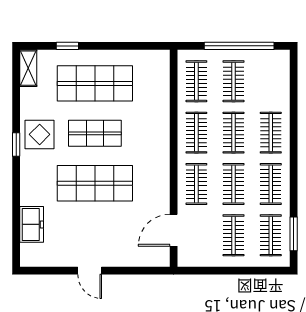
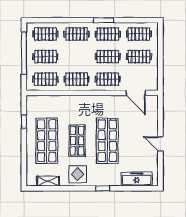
window: (67, 46) -> (24, 122), moved
shelving: (28, 68) -> (48, 181), moved
clothes rail: (234, 133) -> (45, 34), moved
window: (16, 145) -> (103, 188), moved
freezer: (32, 224) -> (137, 179), width x1.40
window: (294, 234) -> (103, 20), moved
door: (90, 271) -> (160, 144), swing flipped

